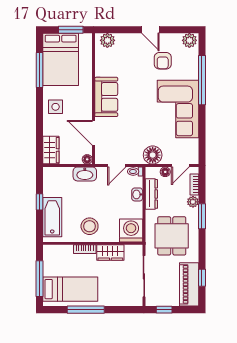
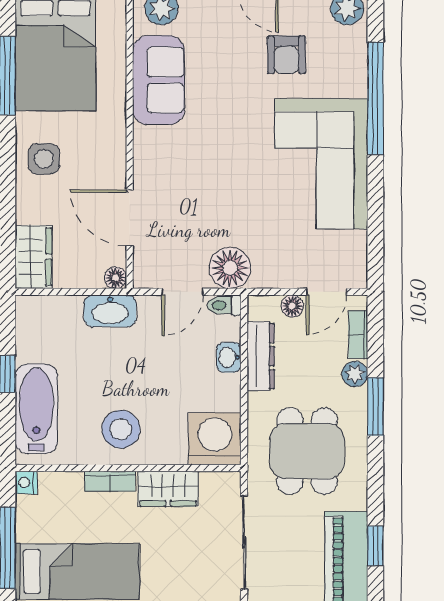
sofa: (106, 97) -> (159, 80), moved
floor lamp: (153, 155) -> (230, 268), moved
nightstand: (48, 250) -> (26, 483), added

